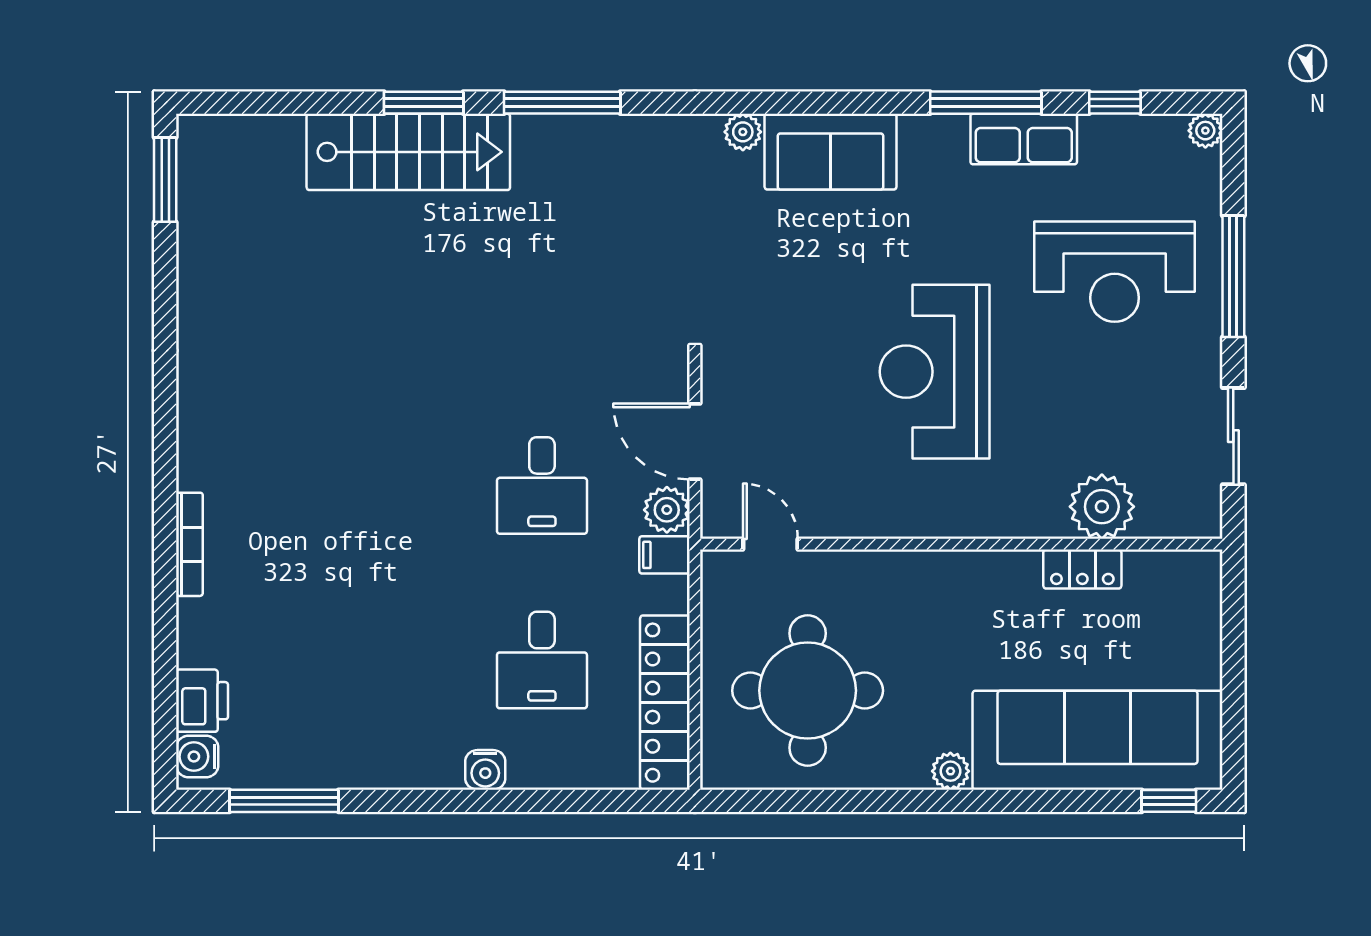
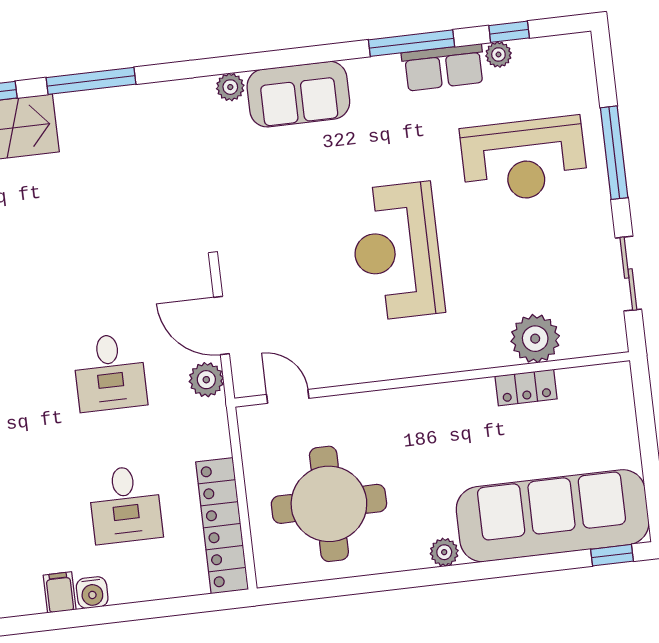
plant: (1205, 131) -> (498, 54), moved
filing cabinet: (664, 555) -> (60, 592), moved, turned 90

